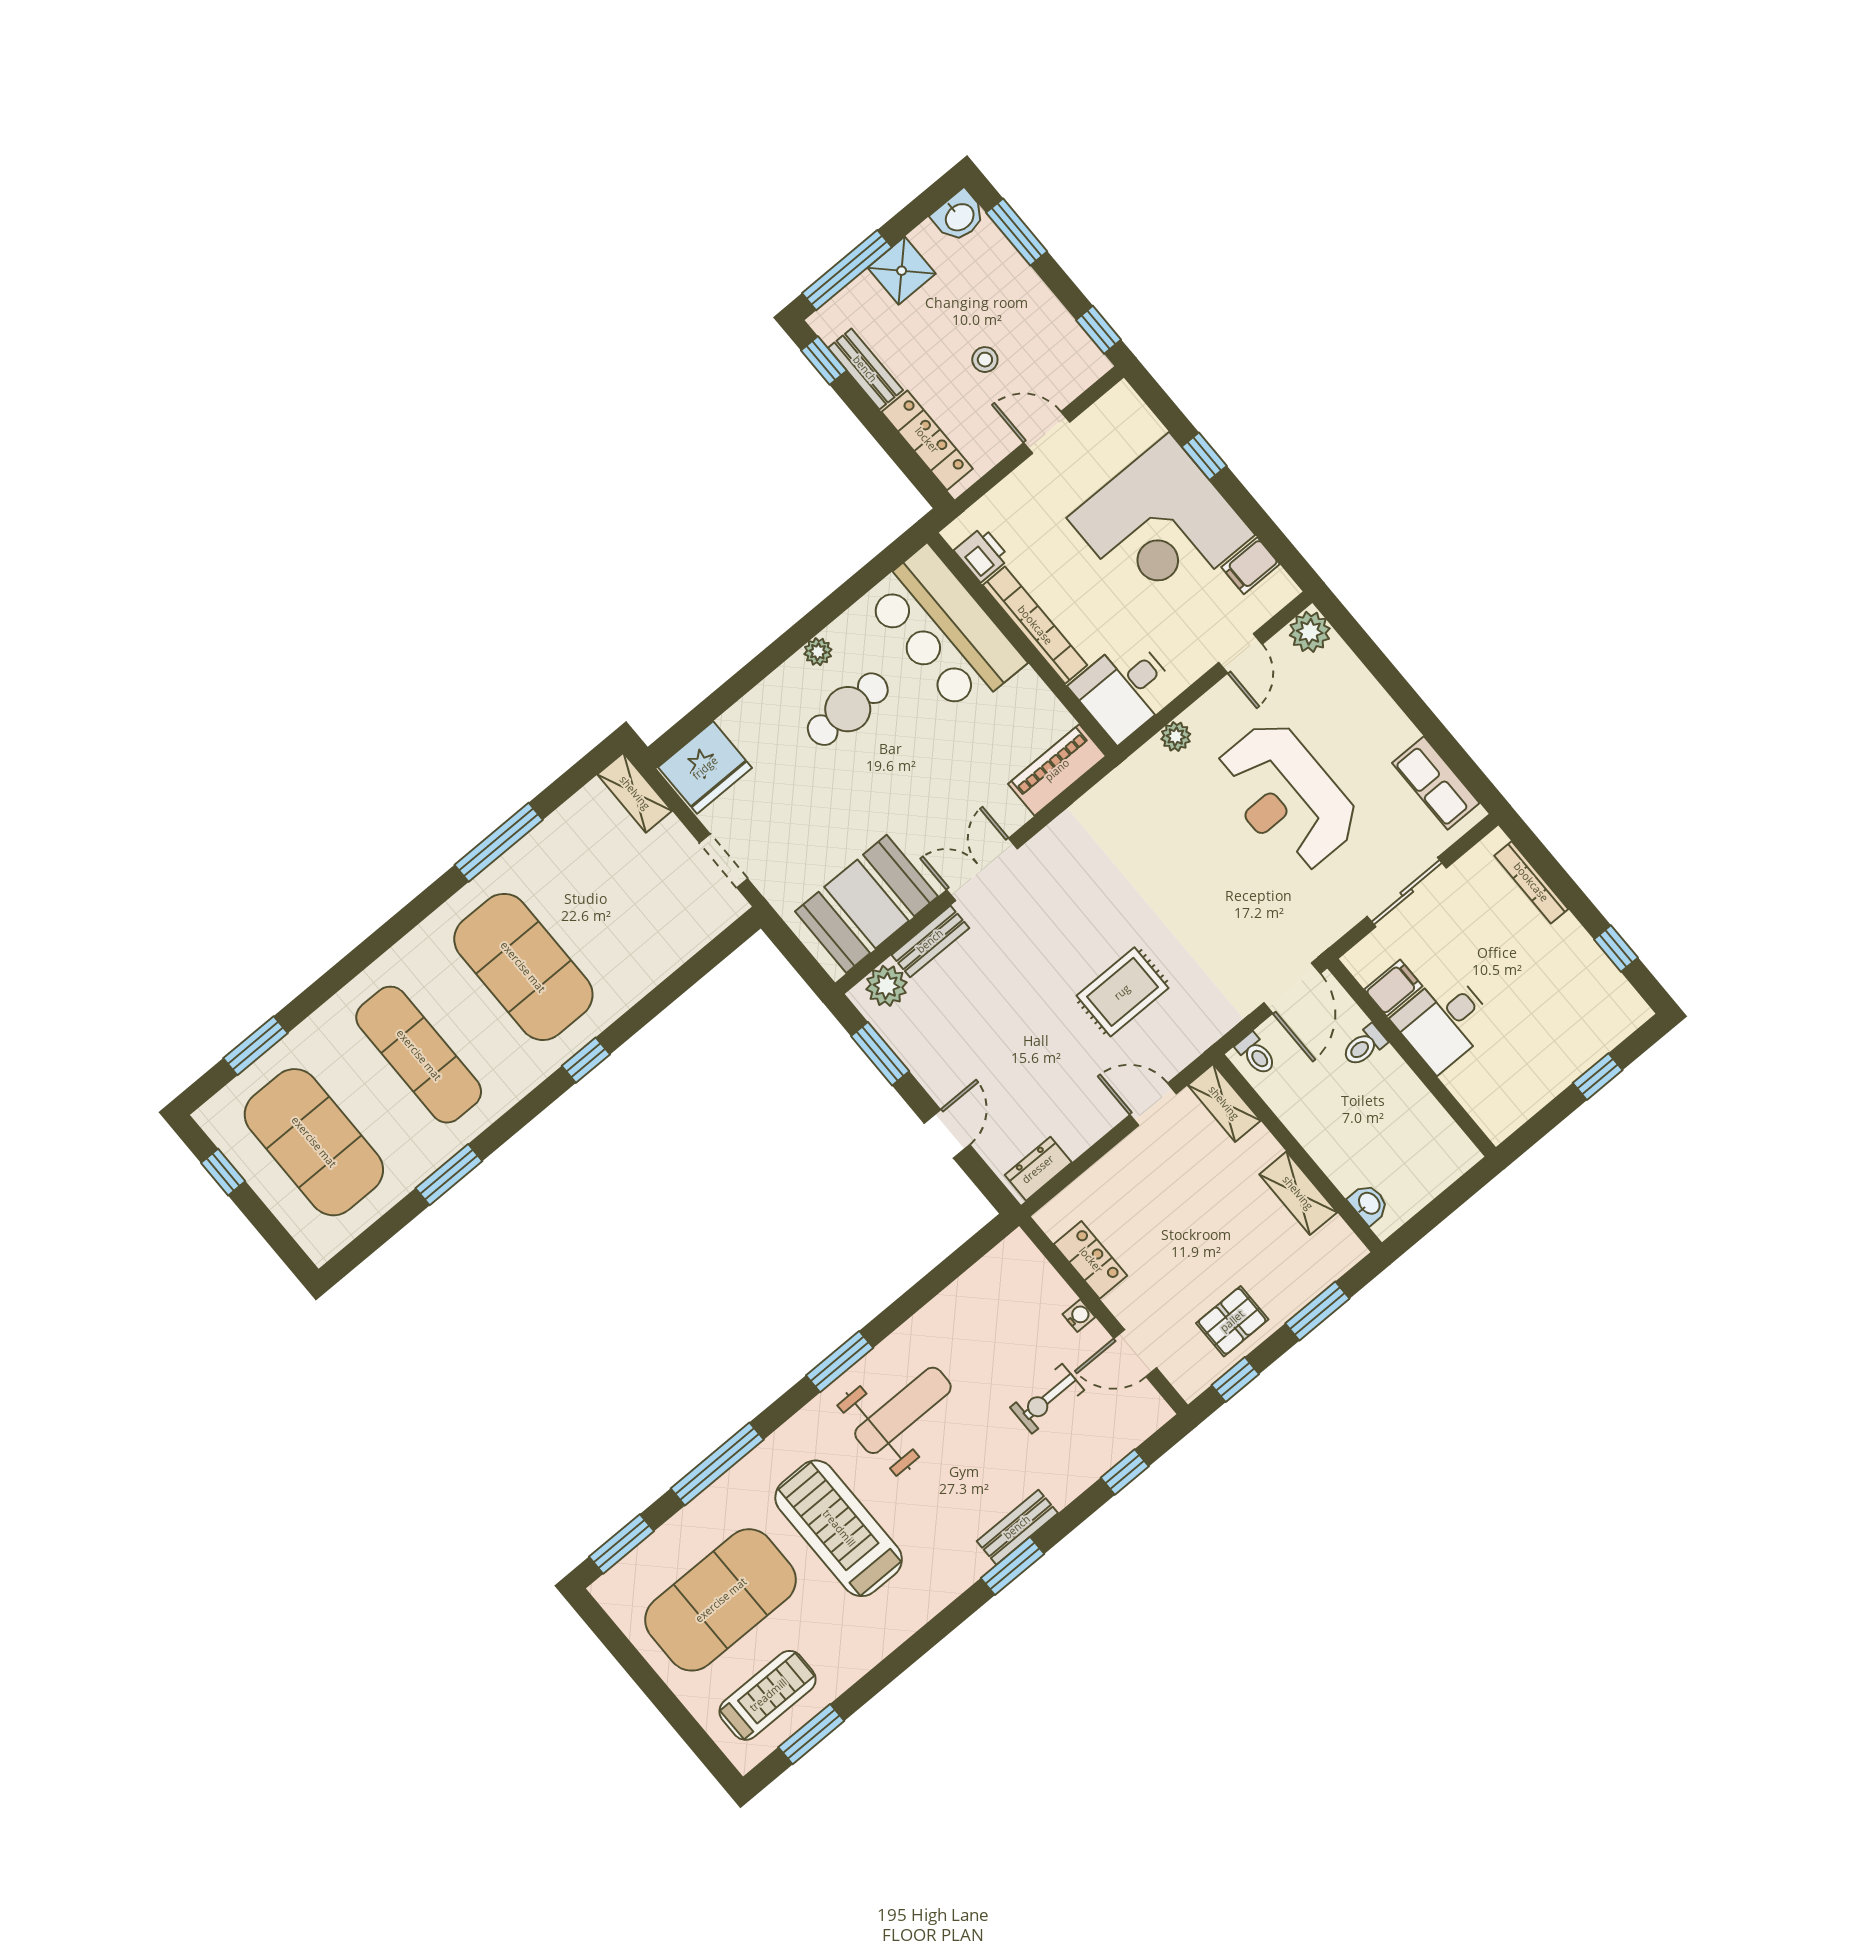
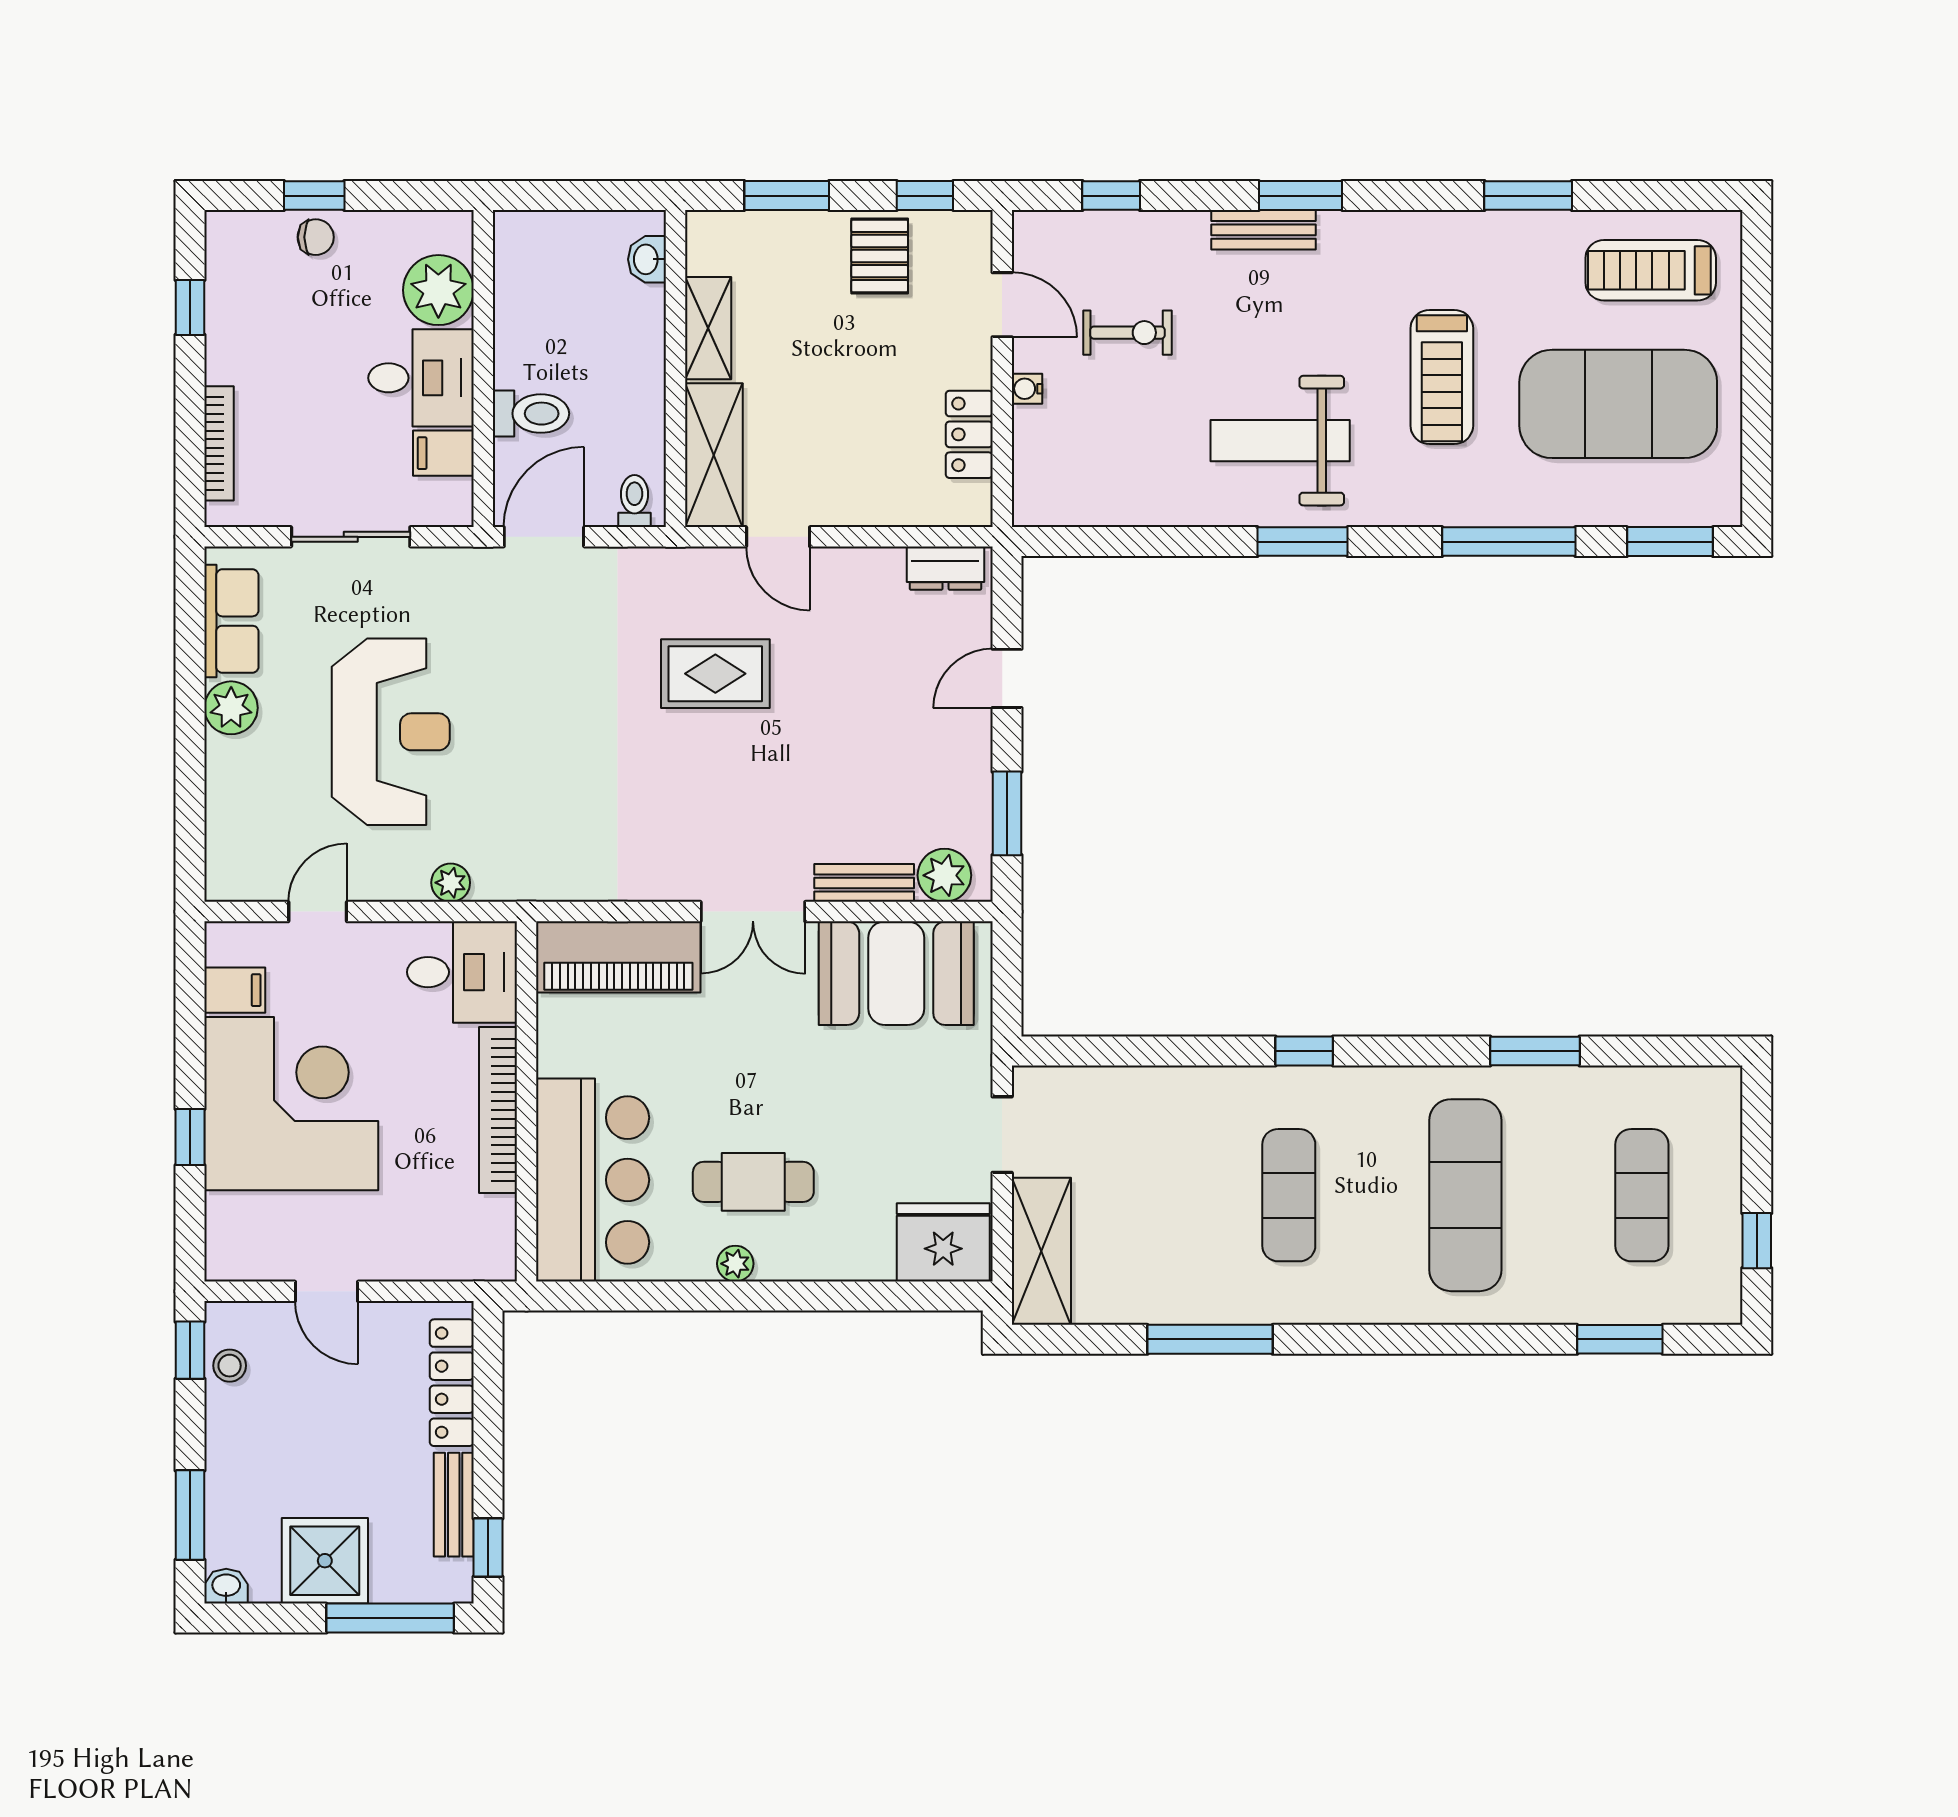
washbasin: (959, 216) -> (226, 1586), width x0.72, depth x0.69
shower: (902, 271) -> (325, 1561), width x1.36, depth x1.36
stool: (985, 360) -> (230, 1366), moved
printer: (982, 554) -> (492, 1224), removed
plant: (1310, 632) -> (231, 708), moved
piano: (1057, 770) -> (618, 957), width x1.37, depth x1.33
shelving: (635, 793) -> (1041, 1251), width x1.50, depth x1.33
exercise mat: (523, 967) -> (1289, 1195), width x0.50, depth x0.69
toilet: (1364, 1046) -> (531, 414), width x1.37, depth x1.39
chair: (1576, 1053) -> (316, 237), added
plant: (1477, 1082) -> (438, 290), added
shelving: (1224, 1103) -> (714, 455), width x1.50, depth x1.33
exercise mat: (314, 1142) -> (1642, 1195), width x0.50, depth x0.69
pallet: (1232, 1321) -> (880, 256), turned 90
treadmill: (839, 1528) -> (1442, 377), width x0.73, depth x0.73
window: (811, 1734) -> (1528, 196), moved

